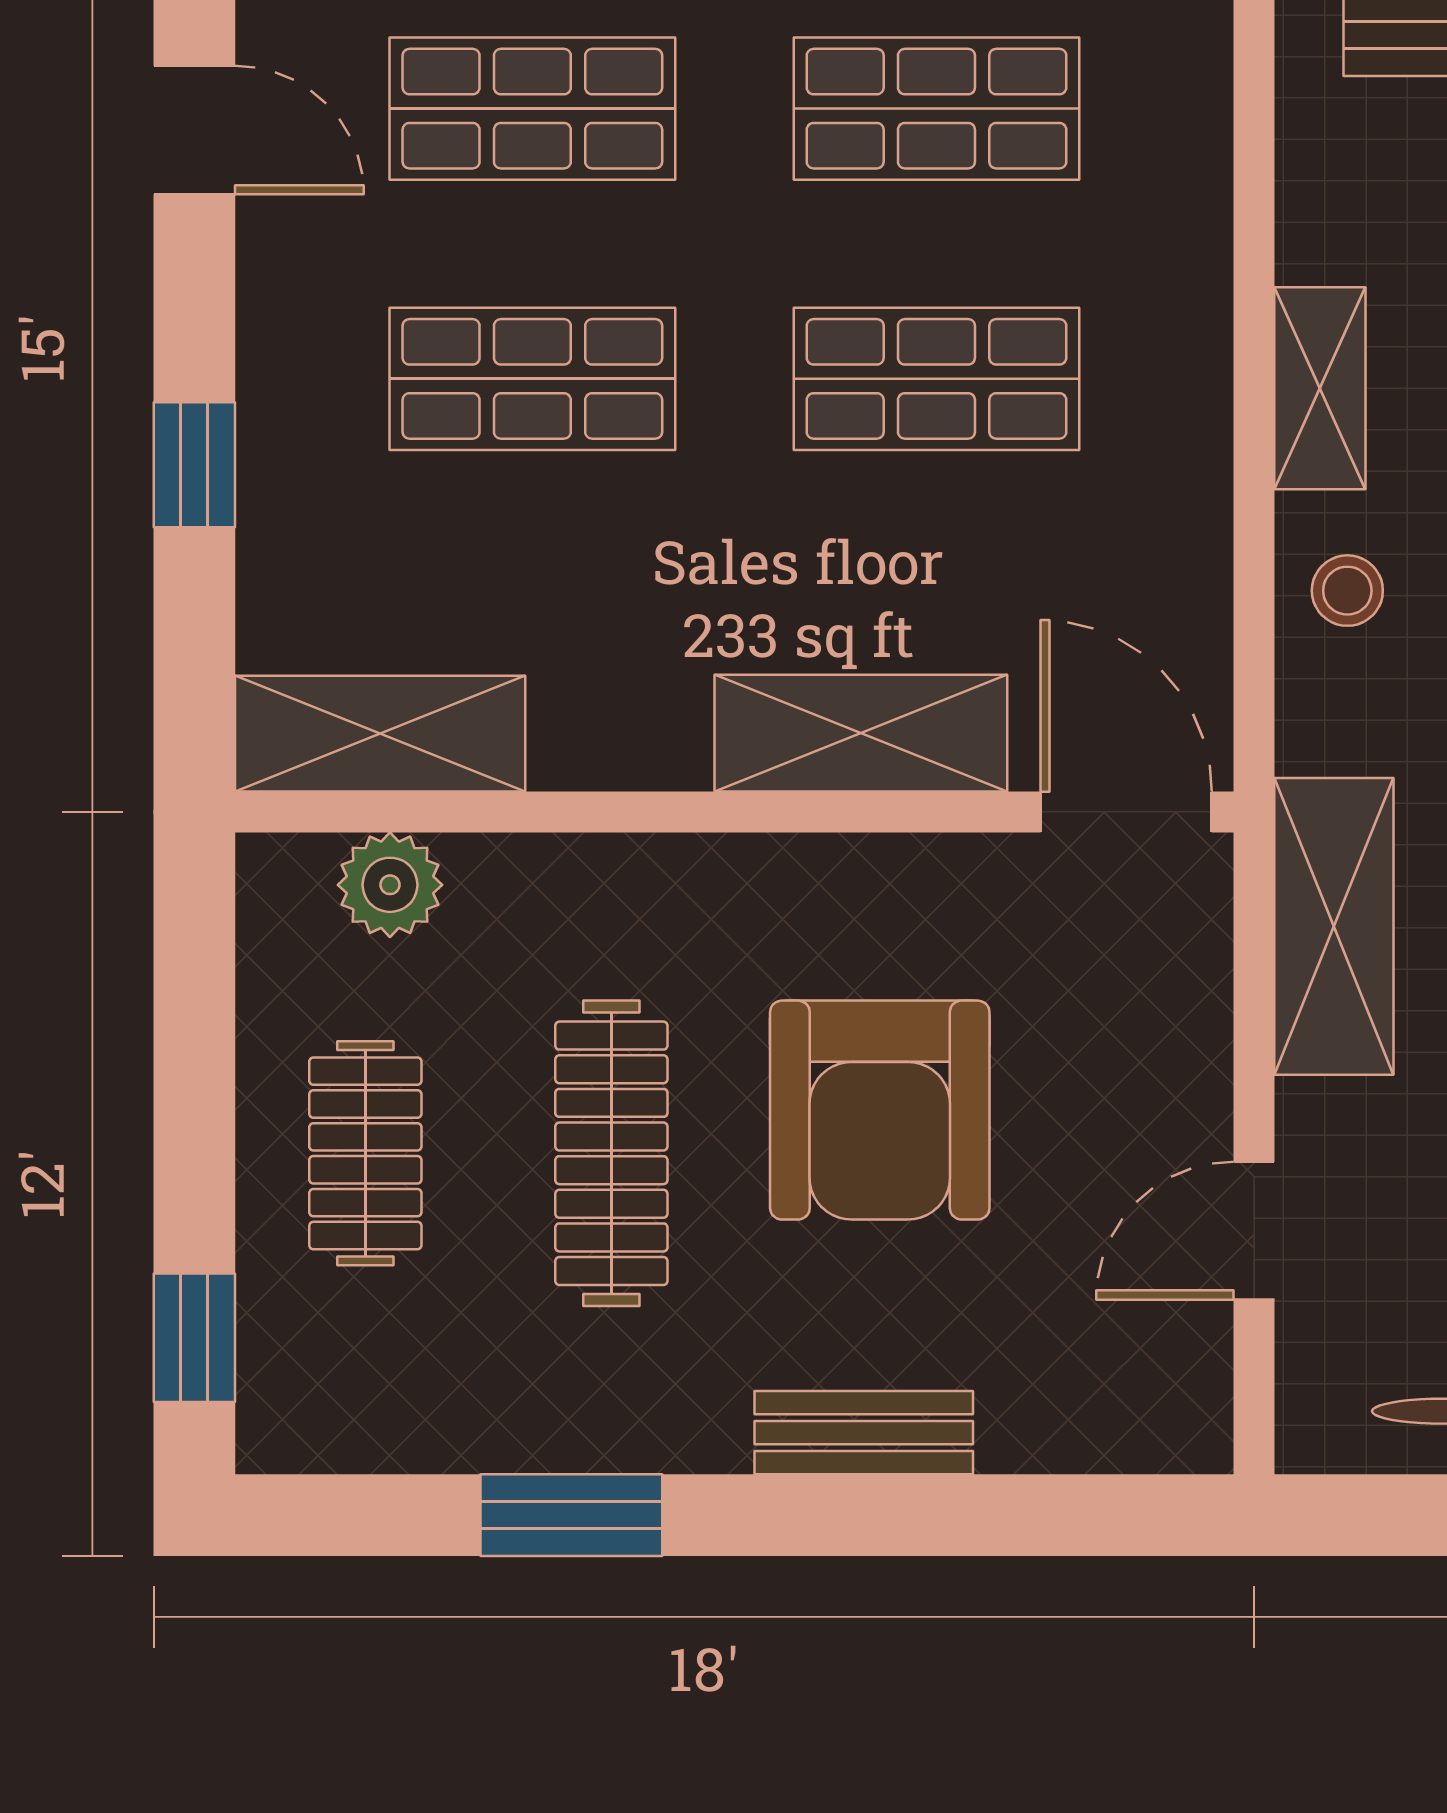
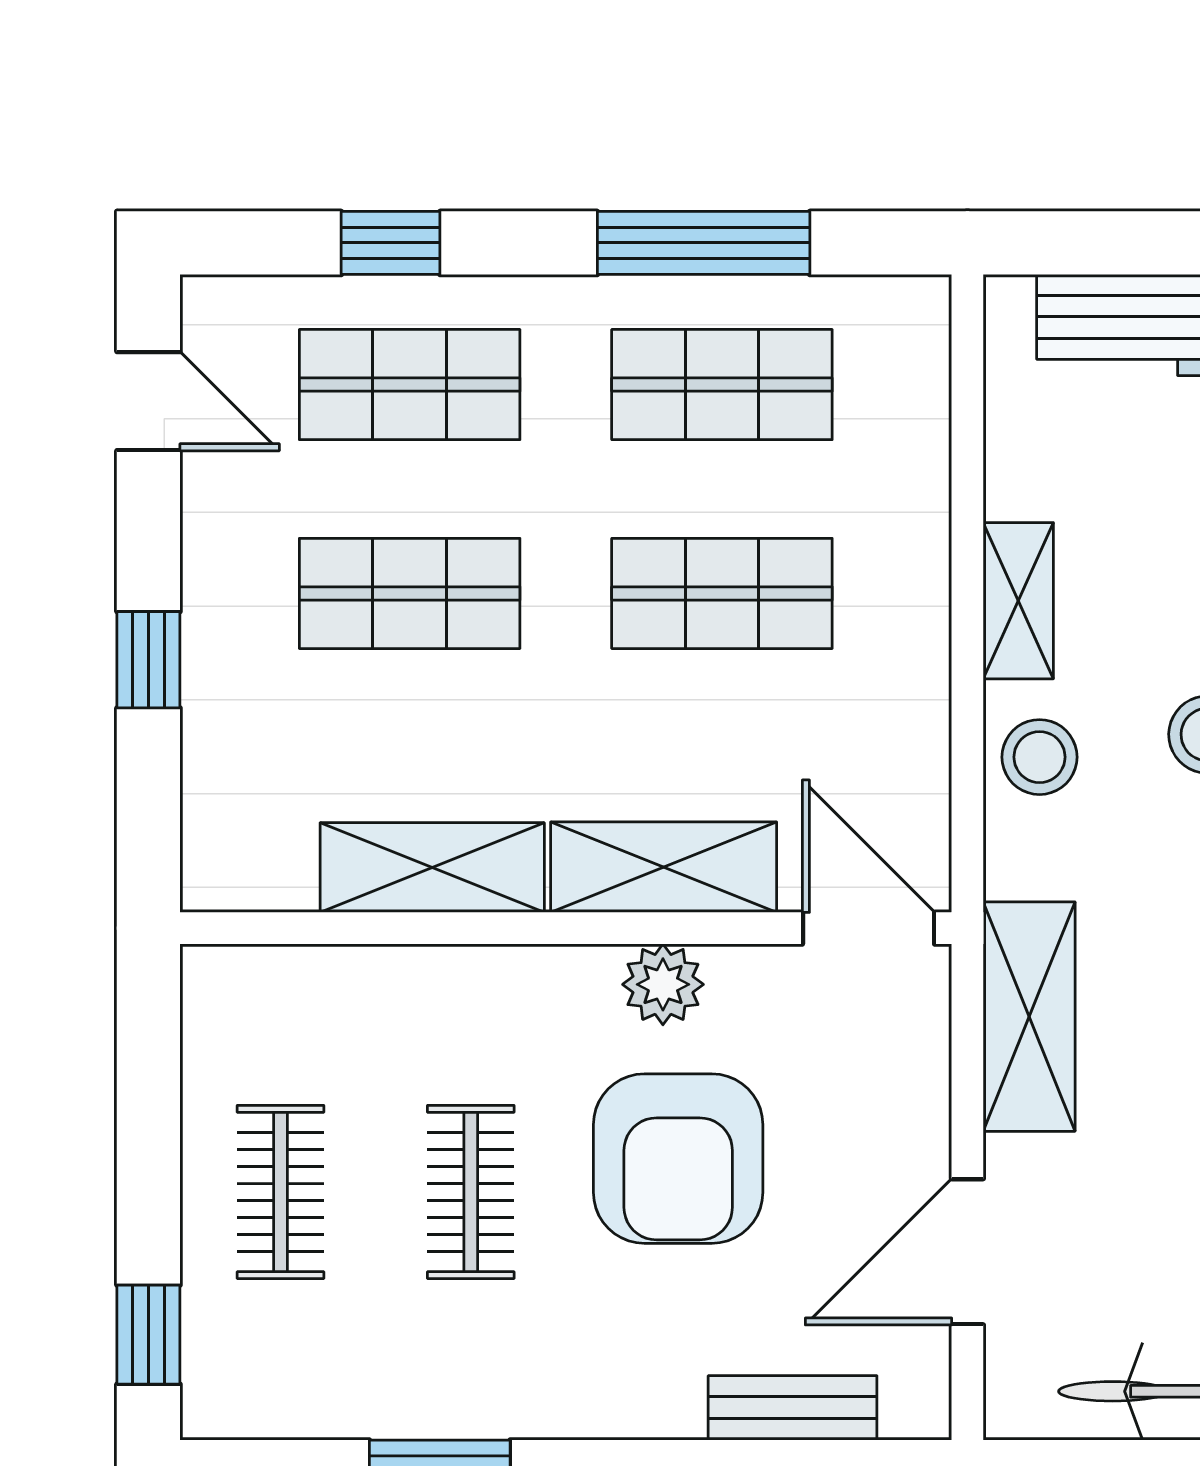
stool: (1347, 591) -> (1040, 757), width x1.37, depth x1.37
shelving: (380, 734) -> (432, 868), moved
plant: (390, 885) -> (663, 984), moved
clothes rail: (611, 1153) -> (471, 1192), width x0.73
door: (1254, 1231) -> (967, 1252), width x1.38
bench: (864, 1433) -> (793, 1408), moved

